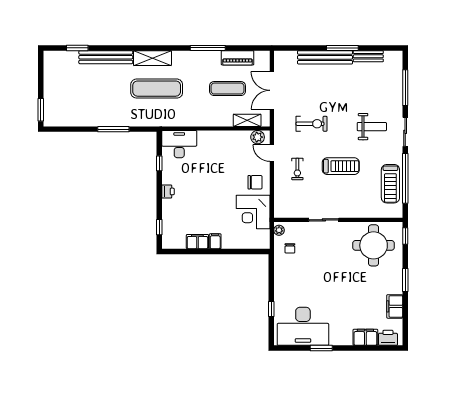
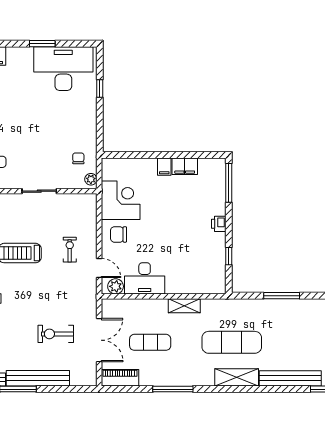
piano: (238, 58) -> (120, 378), moved
shelving: (247, 120) -> (184, 306), moved
exercise bike: (312, 124) -> (56, 334), moved
desk: (179, 144) -> (145, 278), moved
window: (159, 227) -> (229, 183), width x2.17

